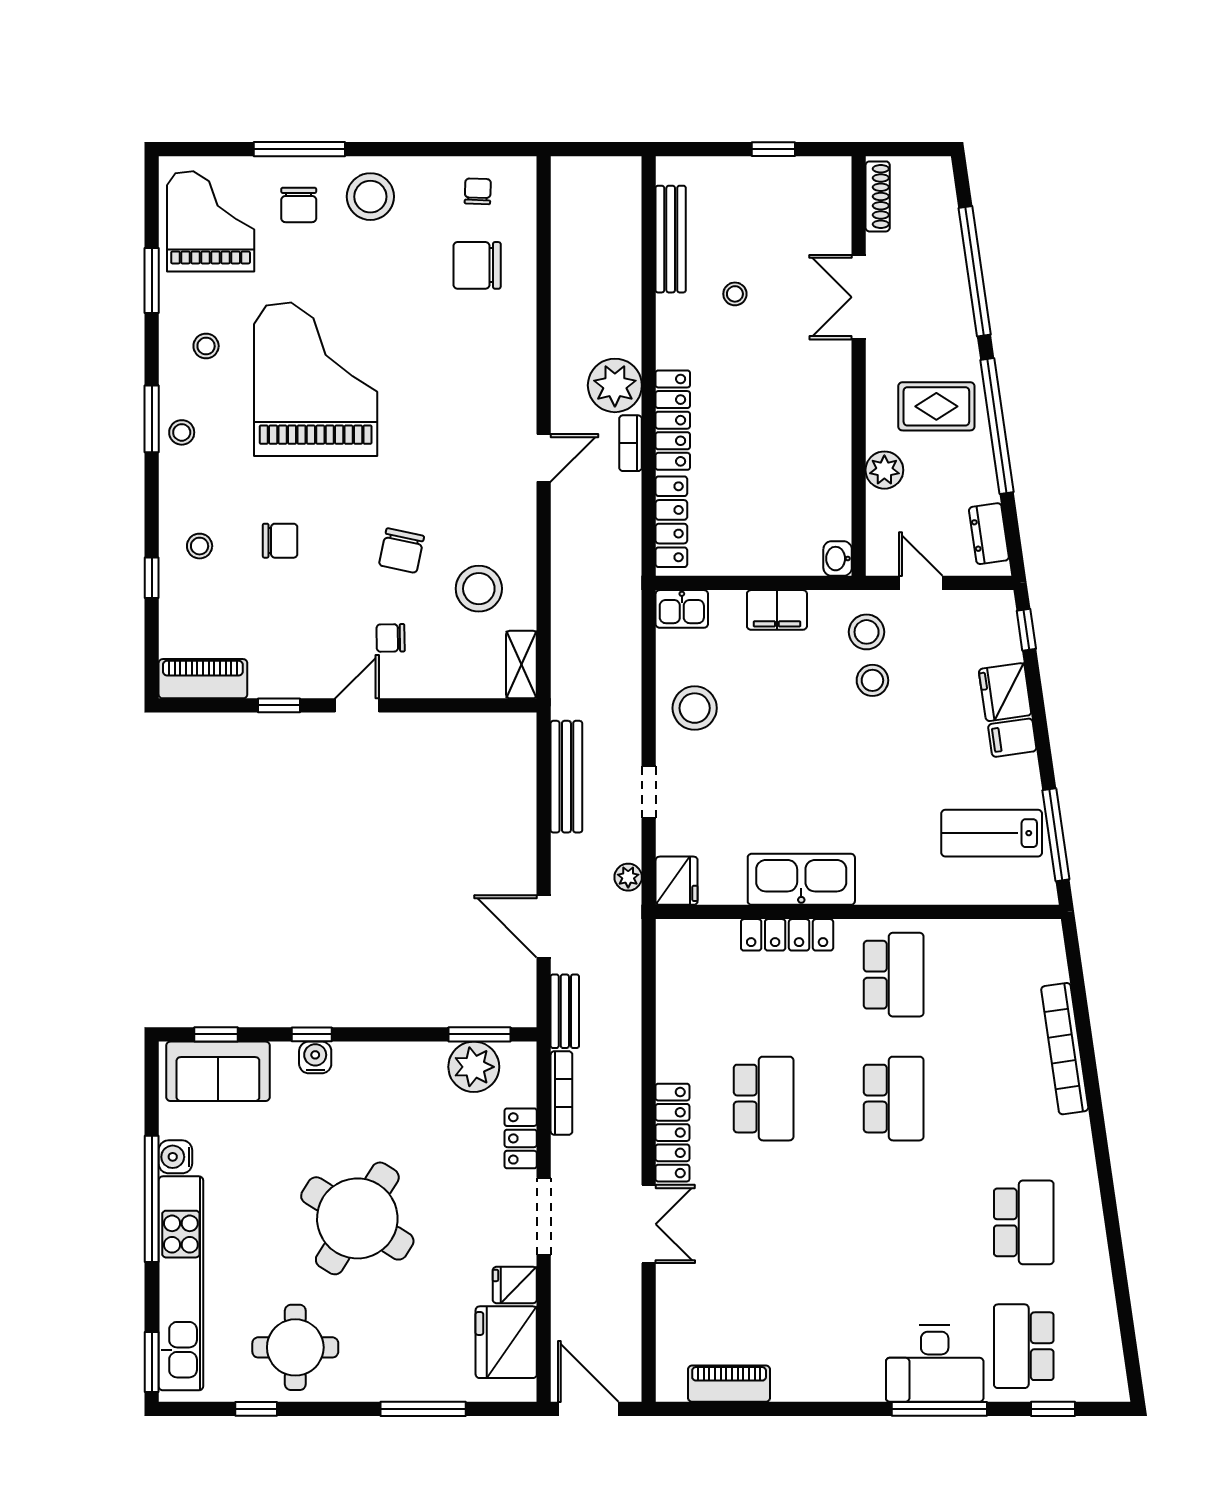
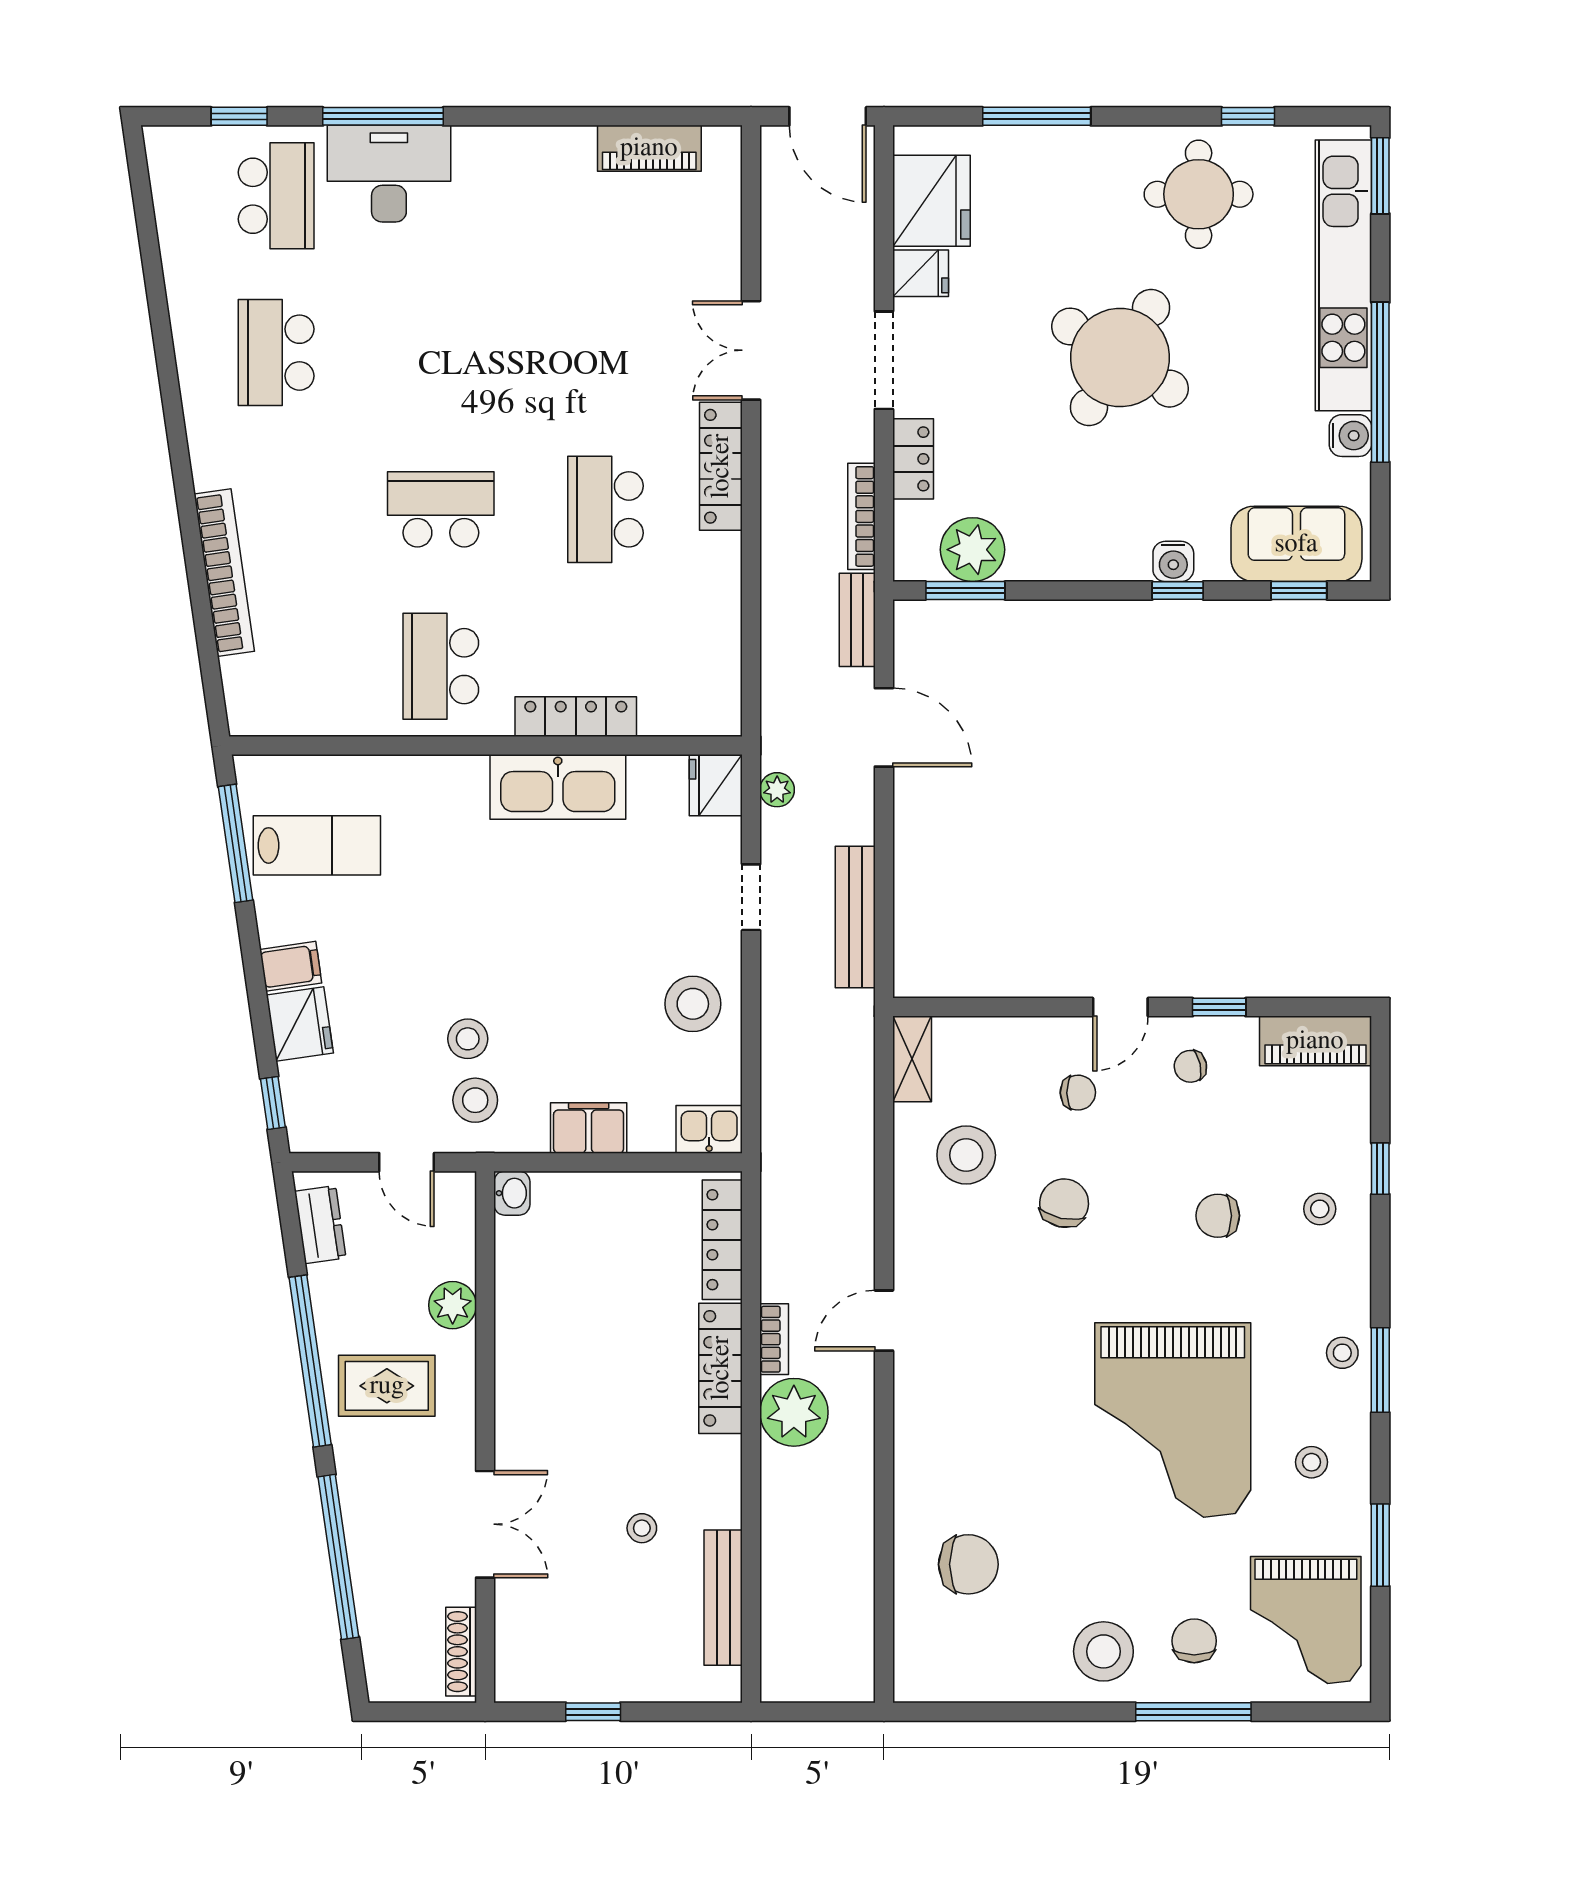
chair: (478, 191) -> (1190, 1066), moved, turned 76
school desk: (894, 1099) -> (441, 509), turned 90

